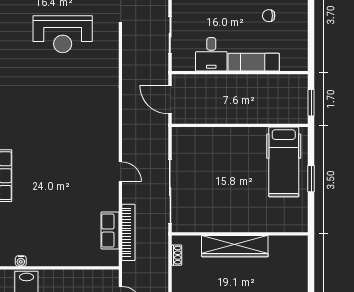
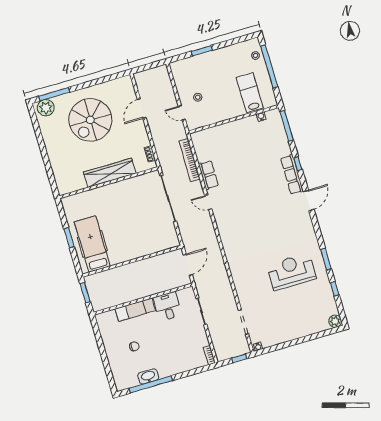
reception desk: (63, 34) -> (292, 272), moved
door: (170, 100) -> (188, 265), hinge flipped
row of seats: (110, 231) -> (208, 175), moved

